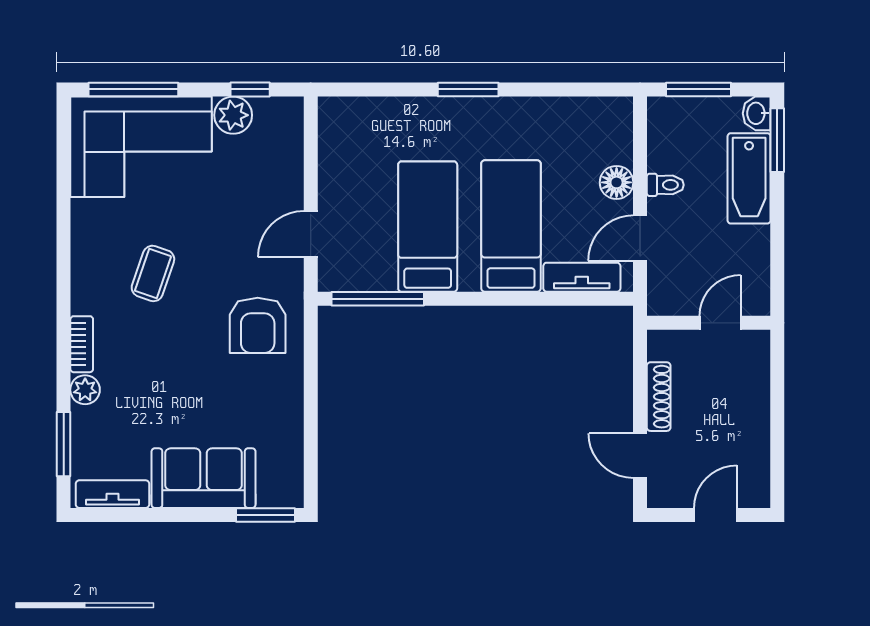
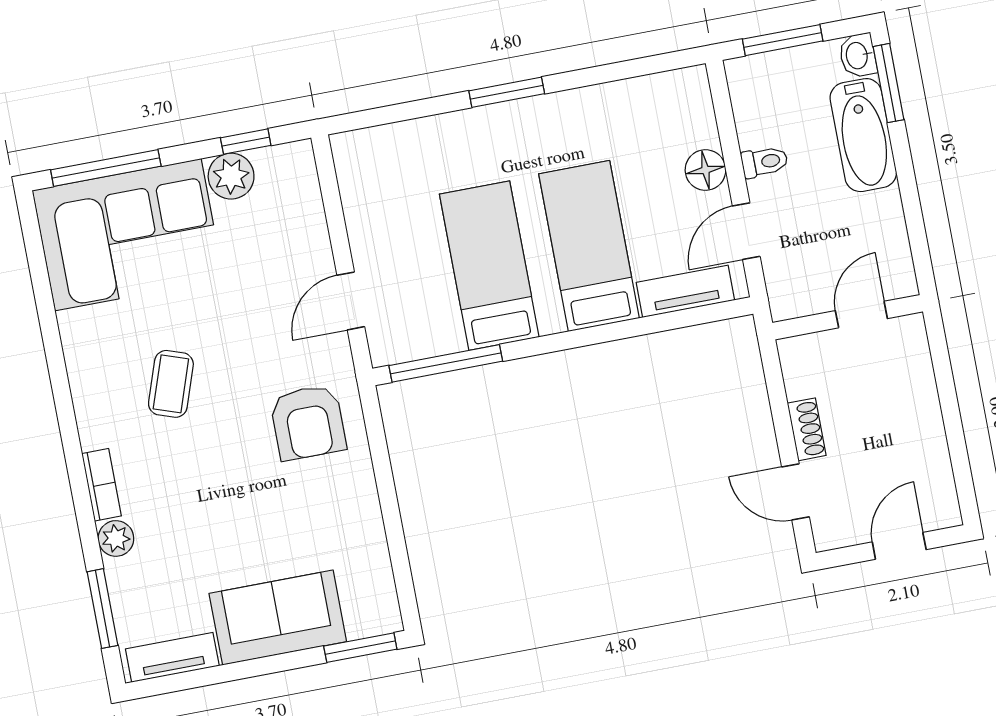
shoe rack: (659, 397) -> (807, 429), width x0.70

